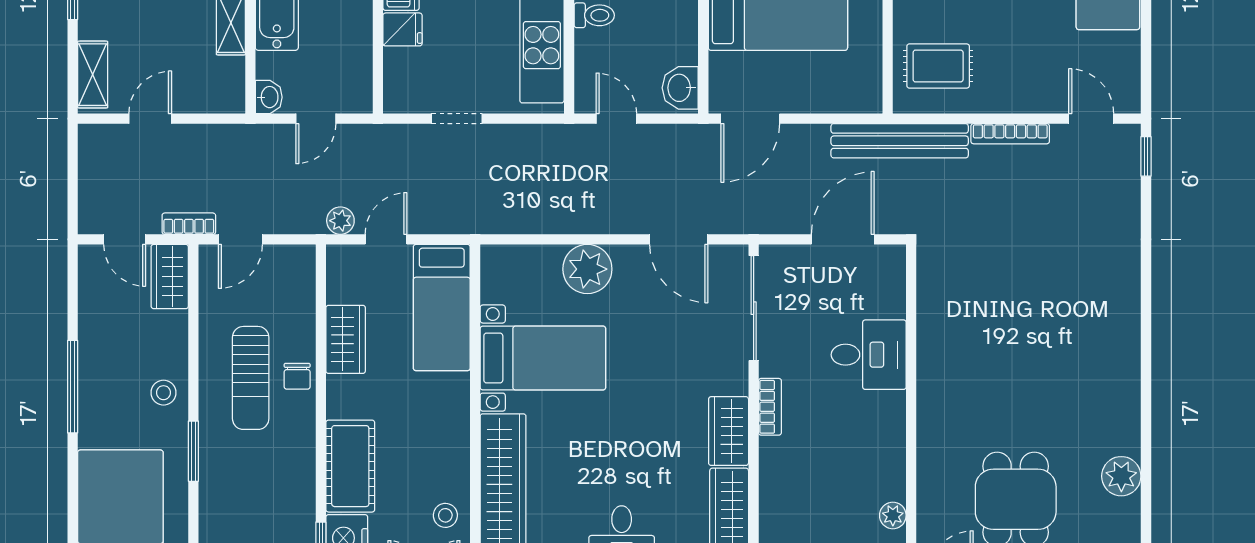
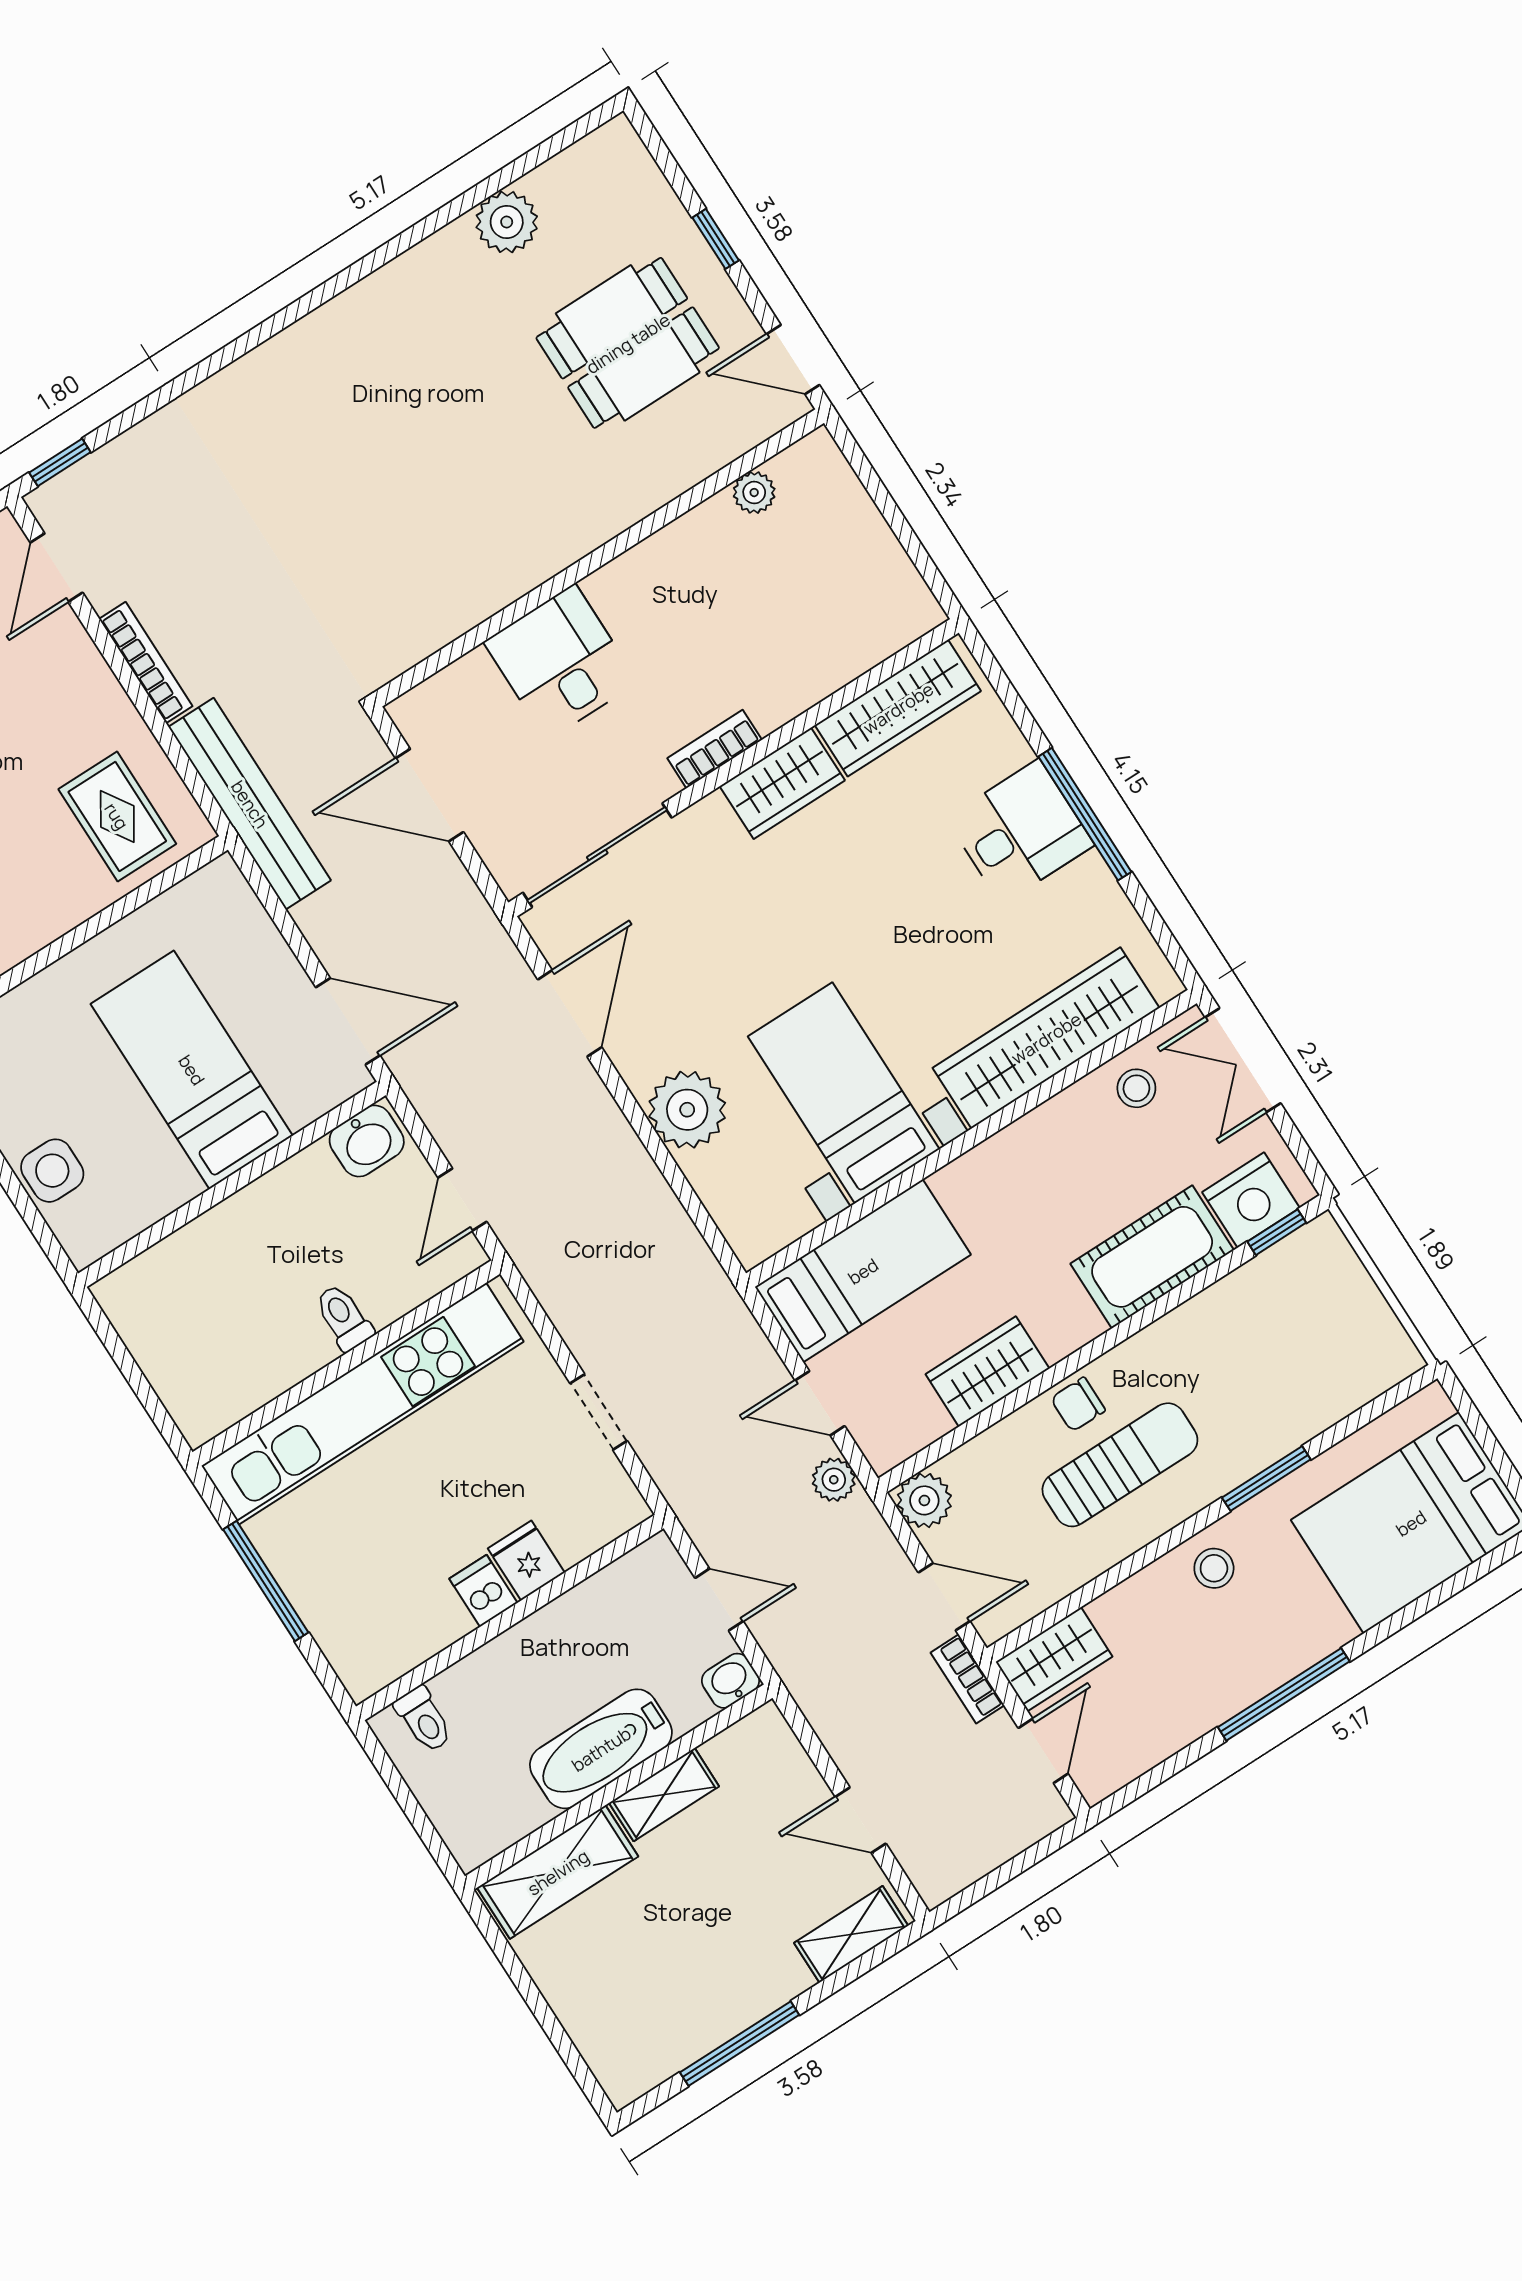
plant: (298, 262) -> (924, 1500), added
chair: (297, 376) -> (1078, 1404), turned 180

